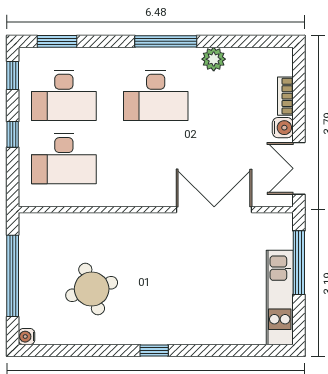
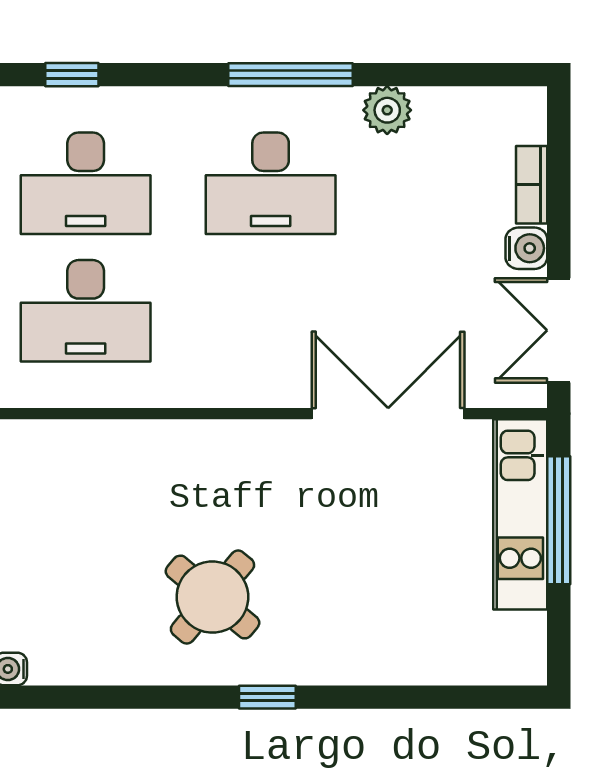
window: (57, 41) -> (72, 75), width x0.67
round table: (92, 289) -> (212, 597), moved, turned -32
kitchen unit: (280, 297) -> (520, 514), moved

